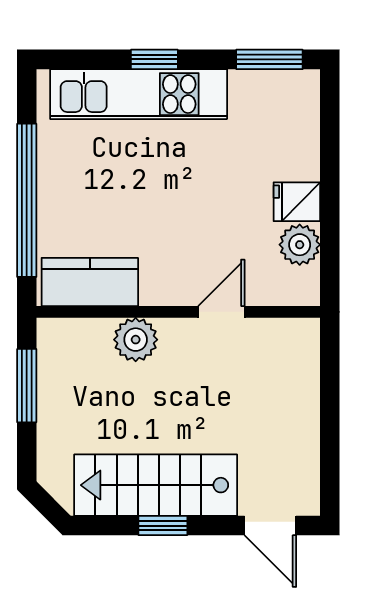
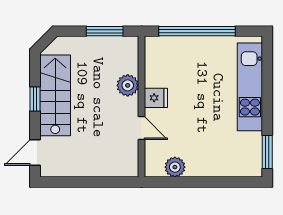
window: (154, 59) -> (267, 95), removed
fridge: (297, 202) -> (156, 98), moved, turned 90
kitchen counter: (90, 282) -> (156, 63), removed

